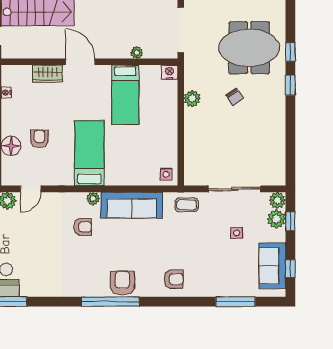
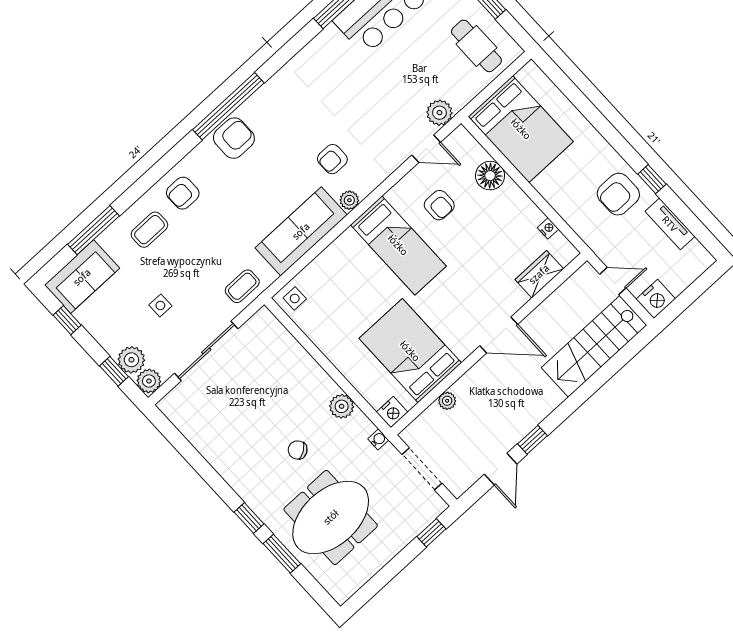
doorway: (181, 30) -> (422, 469), width x0.73
window: (290, 52) -> (282, 554), width x1.50
water cooler: (189, 65) -> (378, 439), added
wardrobe: (48, 74) -> (539, 274), moved
bed: (125, 95) -> (410, 351), width x1.50
armchair: (39, 139) -> (439, 205), moved
door: (31, 189) -> (426, 149), swing flipped
sofa: (272, 266) -> (82, 277), moved, turned 90
coffee table: (207, 276) -> (149, 230), added
armchair: (122, 283) -> (234, 138), turned -90

